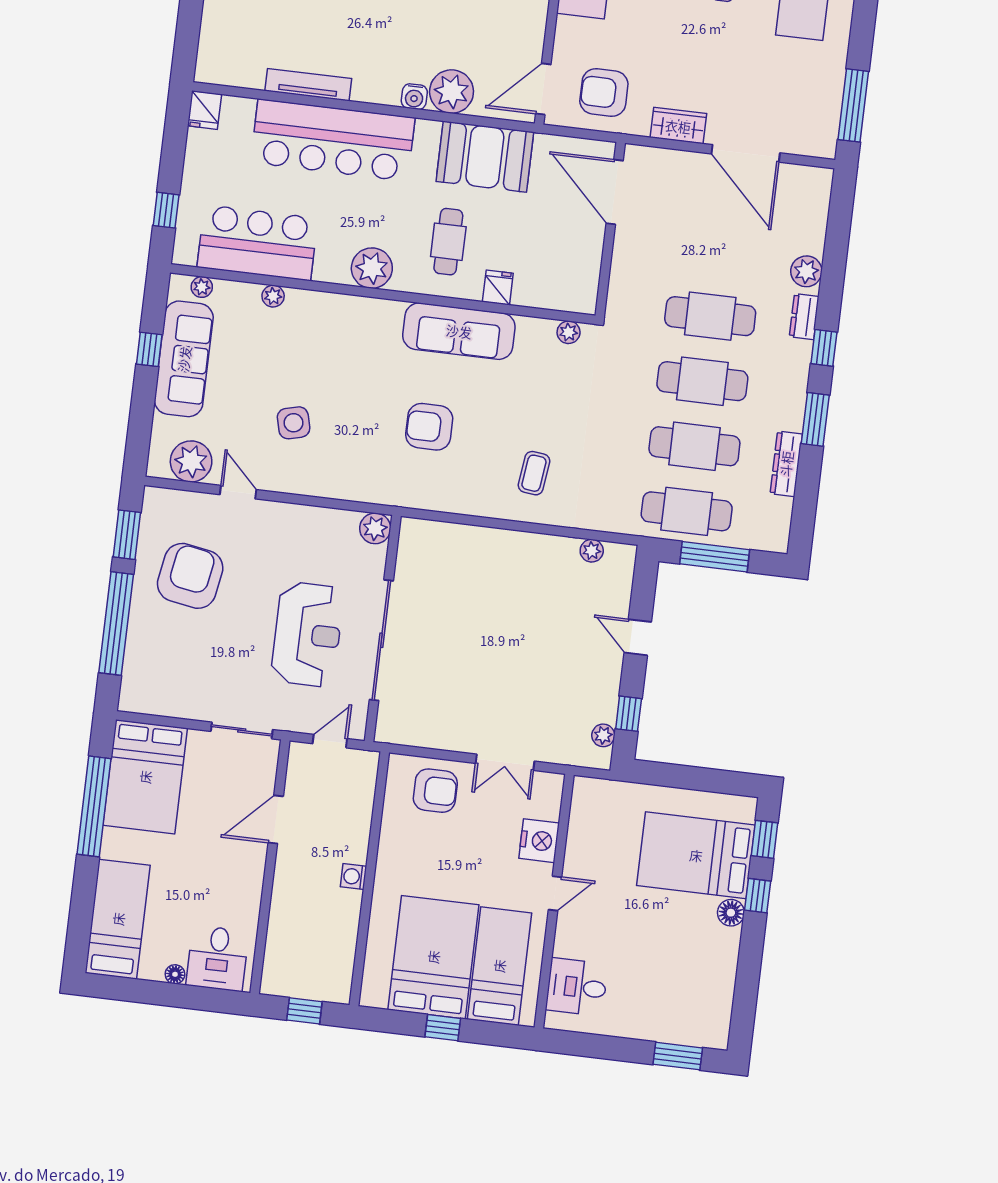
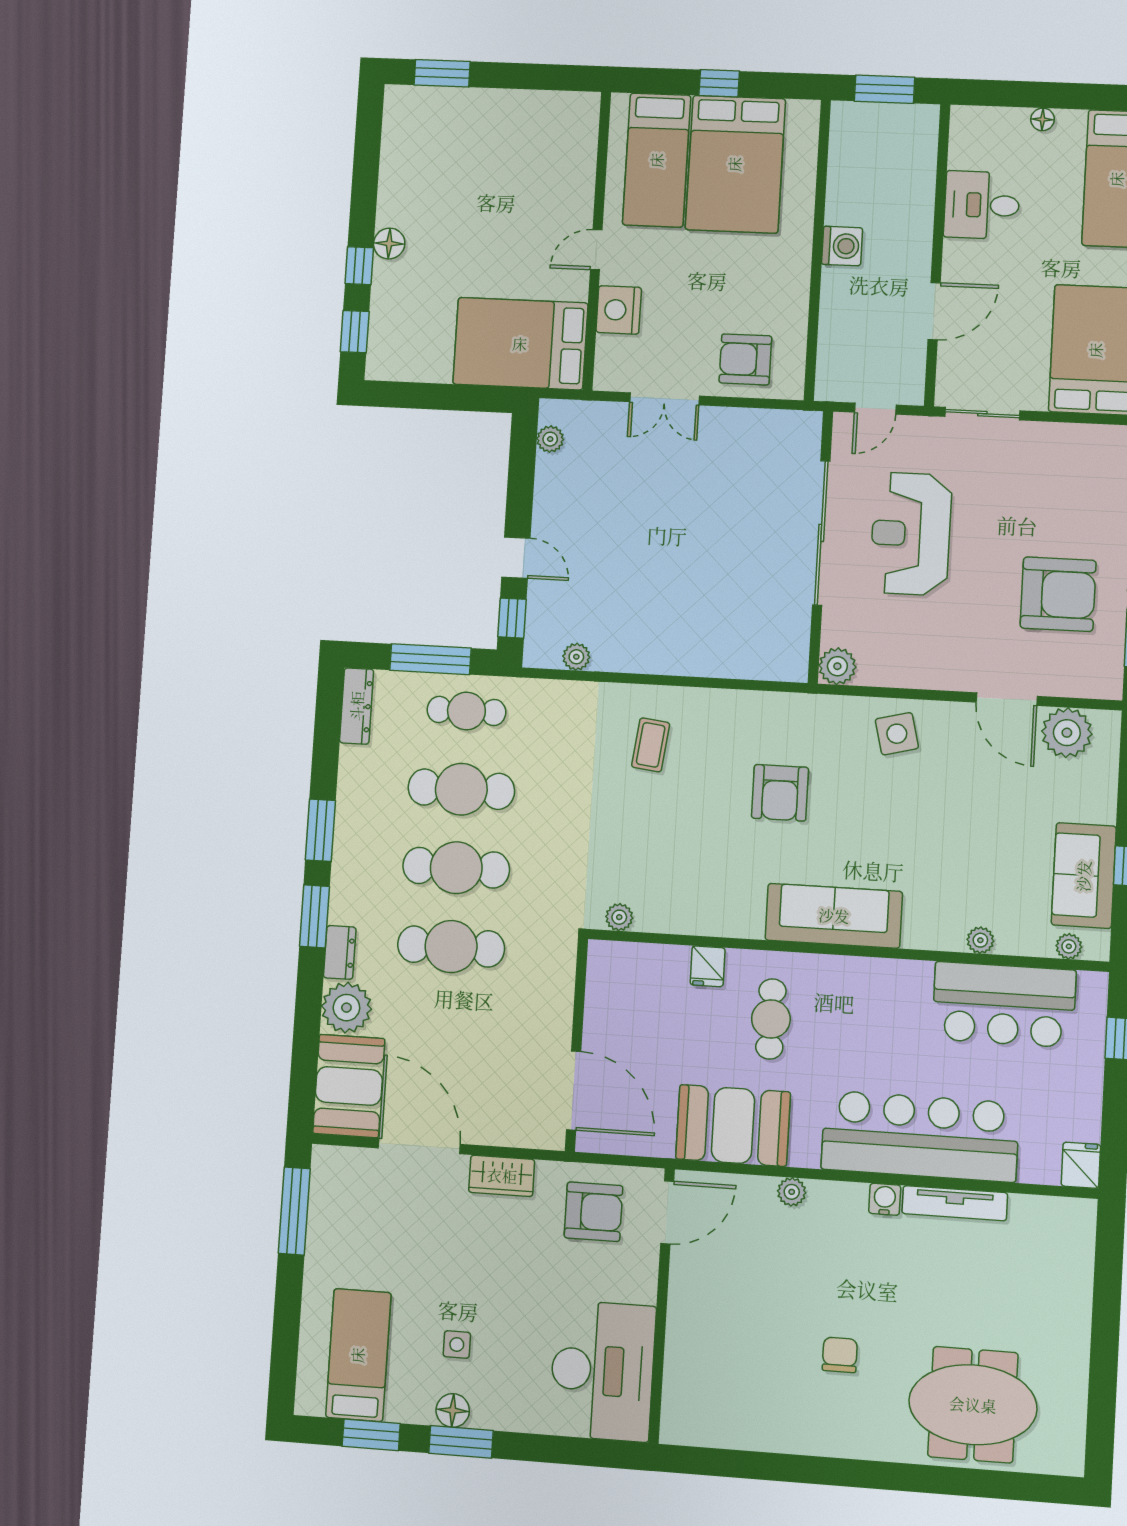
plant: (452, 92) -> (792, 1192), width x0.53, depth x0.53
water cooler: (414, 97) -> (885, 1199), moved
booth: (802, 206) -> (349, 1086), added
plant: (372, 268) -> (862, 981), removed
plant: (806, 271) -> (346, 1008), width x1.36, depth x1.36
sofa: (459, 331) -> (834, 916), moved
window: (824, 348) -> (314, 916), width x1.50
sofa: (184, 359) -> (1084, 876), width x0.73
side table: (294, 423) -> (897, 734), moved
armchair: (429, 427) -> (780, 793), turned 90
dresser: (786, 464) -> (357, 706), moved
door: (238, 492) -> (1007, 699), width x1.38
cafe table: (687, 511) -> (466, 711), width x0.73, depth x0.74
armchair: (190, 576) -> (1058, 594), turned -100
window: (629, 714) -> (512, 618), moved
double door: (505, 762) -> (665, 399), swing flipped
bed: (696, 855) -> (520, 344), moved, turned 180
washing machine: (353, 876) -> (842, 246), width x1.38, depth x1.38
desk: (217, 958) -> (982, 205), moved, turned -90
desk: (577, 987) -> (564, 143), removed
window: (304, 1011) -> (885, 89), width x1.50

